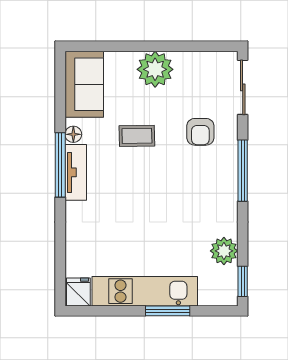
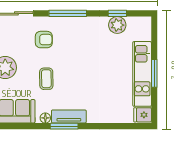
window: (60, 165) -> (64, 126), width x0.69
window: (243, 281) -> (117, 13), moved
window: (168, 311) -> (154, 73), moved

